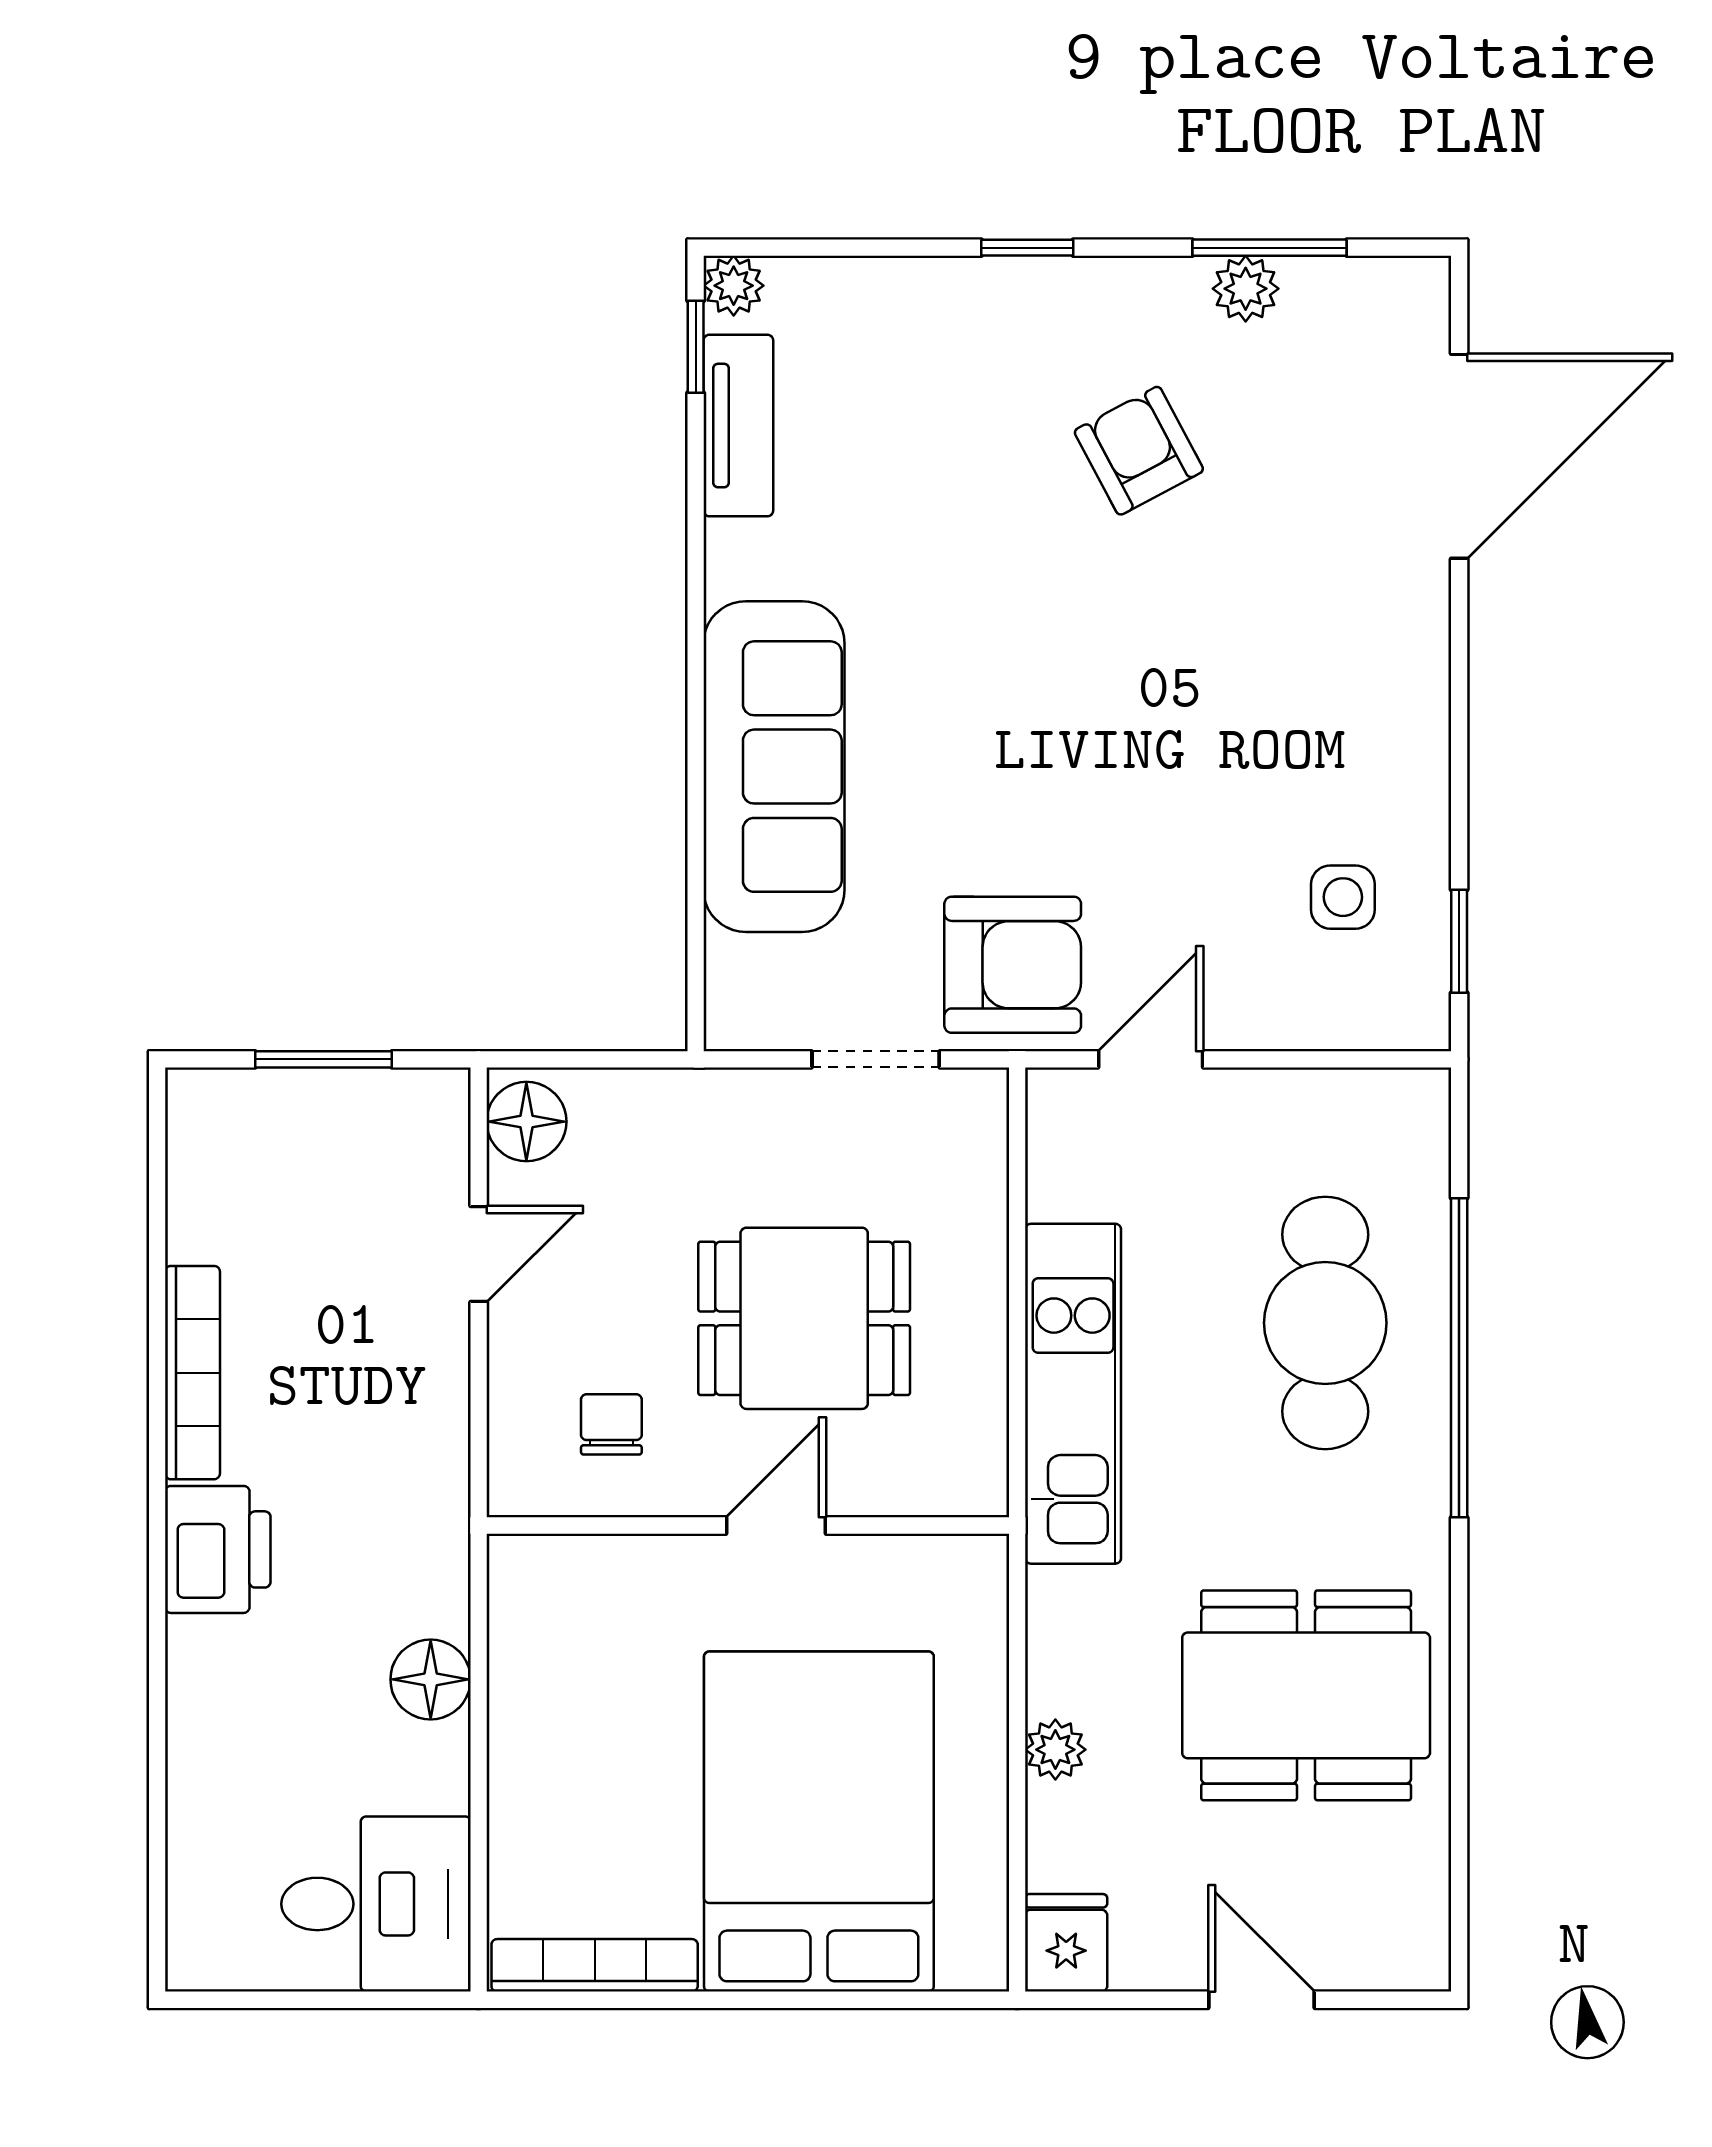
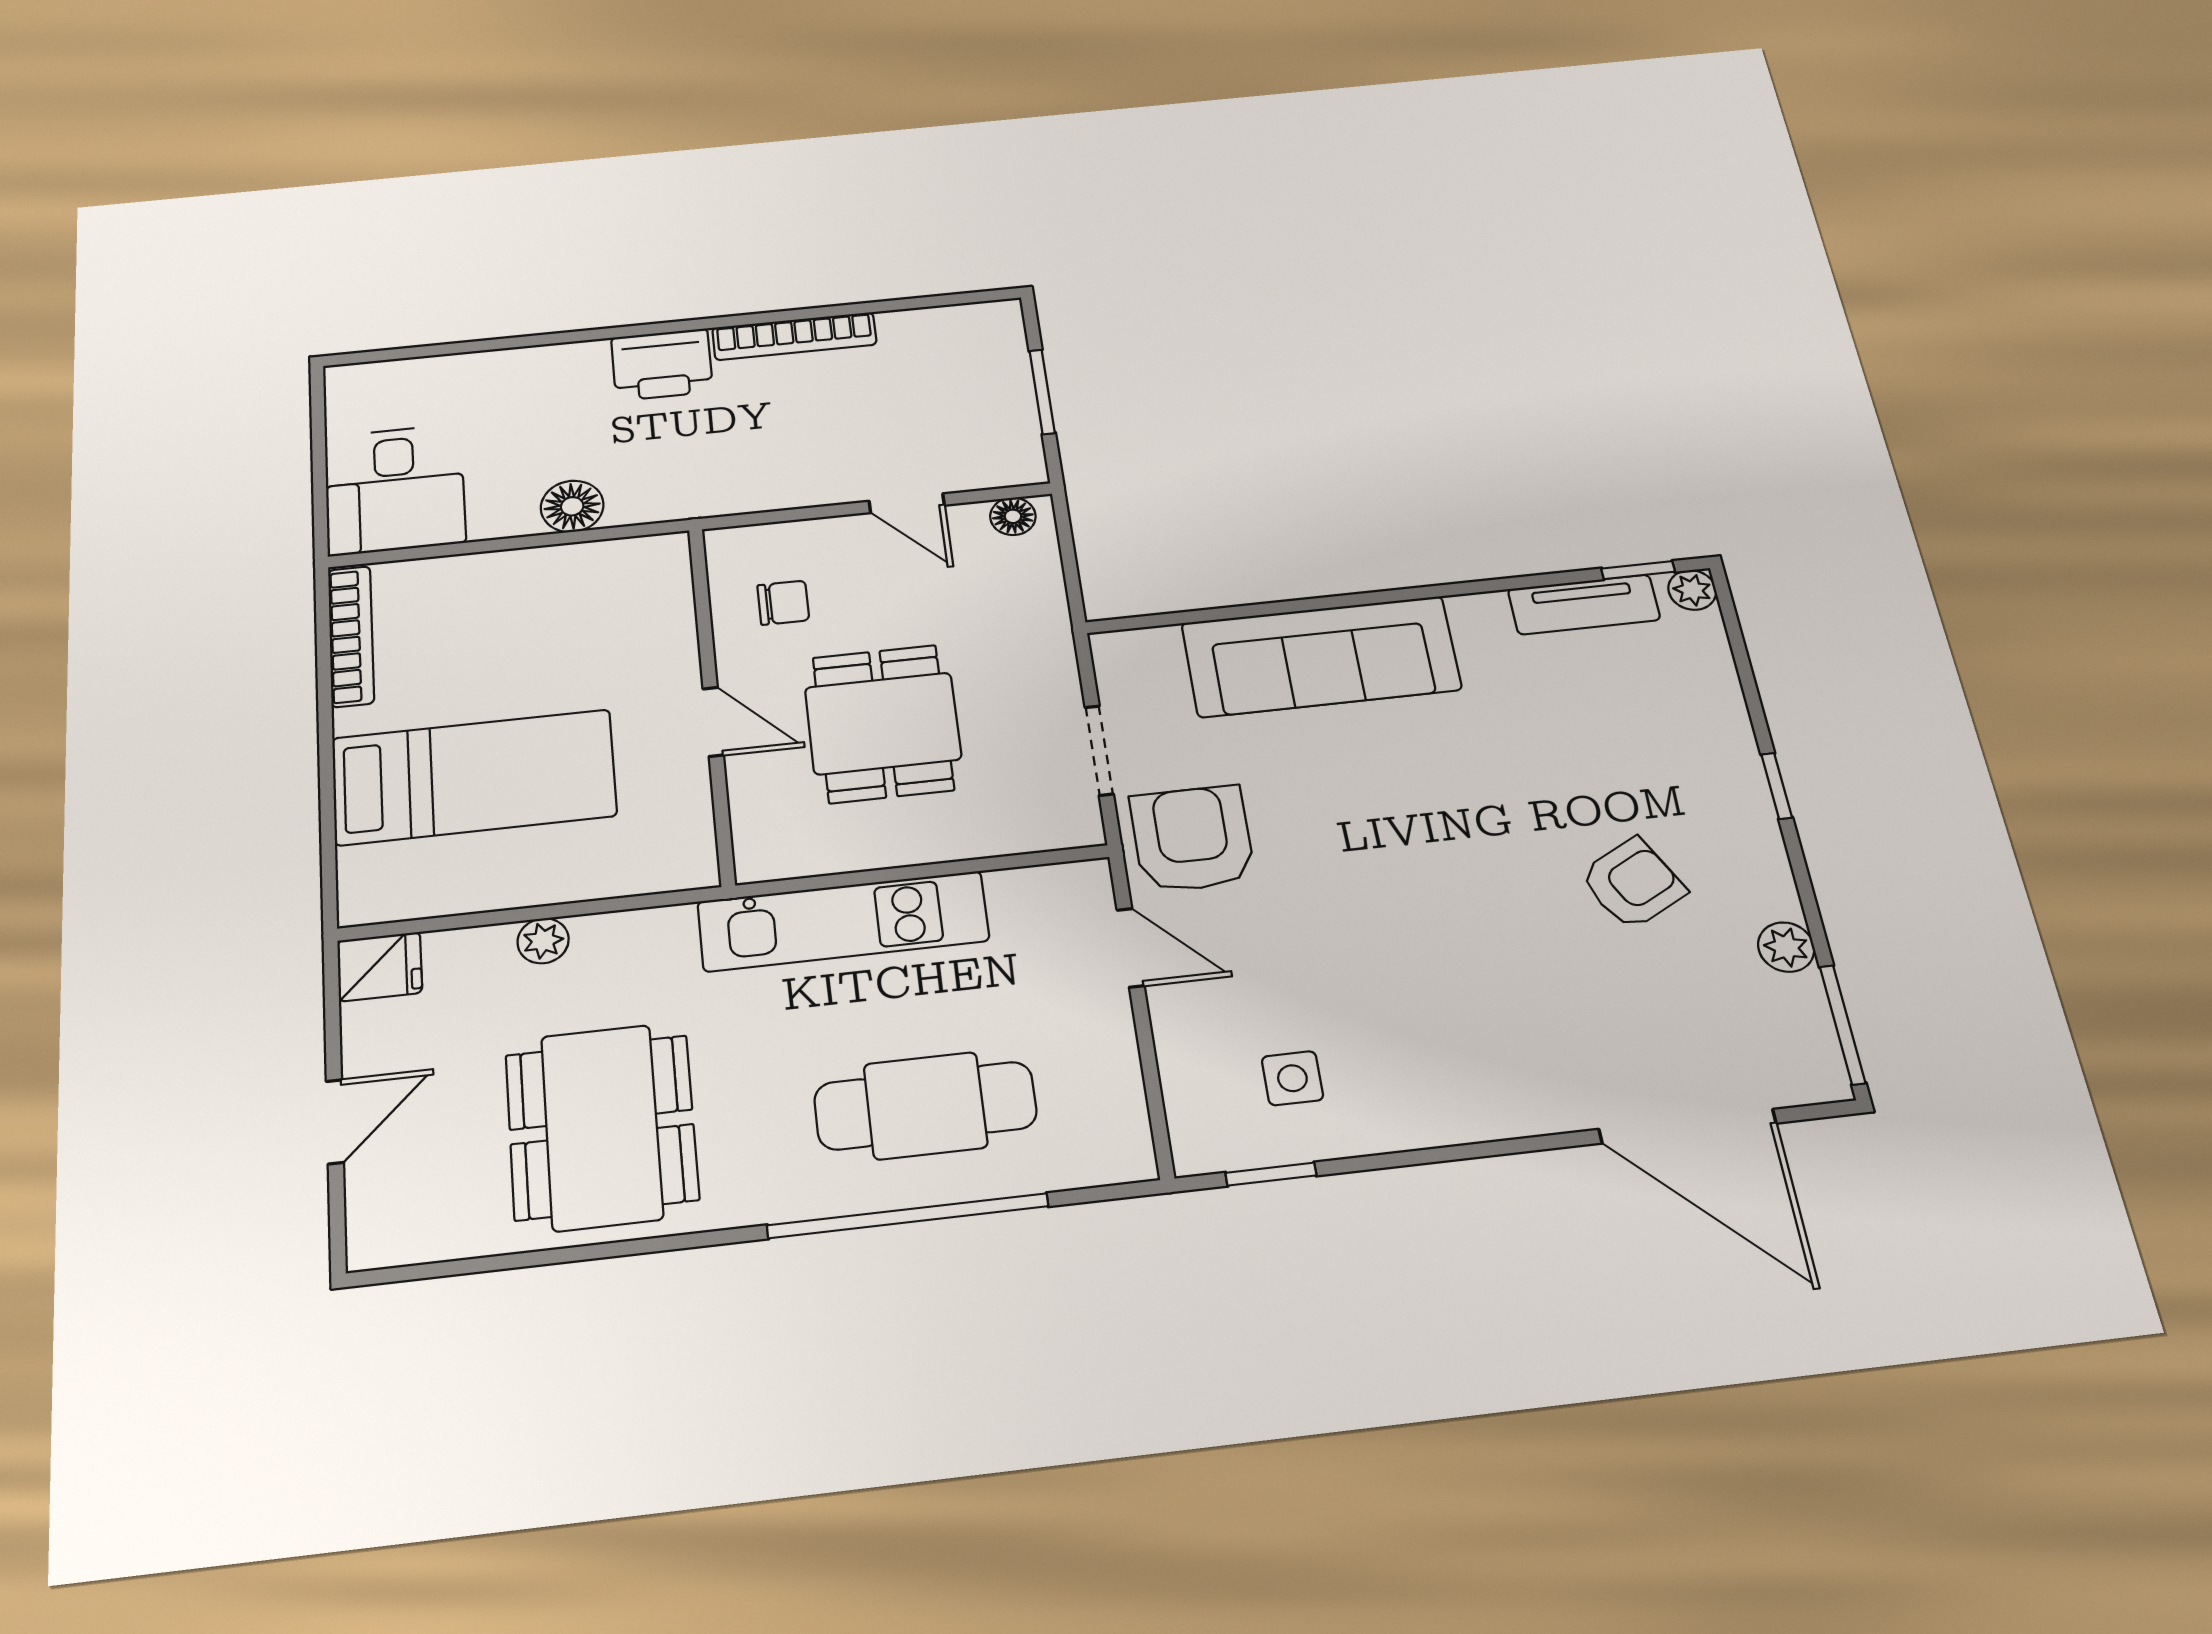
window: (1269, 248) -> (1842, 1025), moved
armchair: (1013, 965) -> (1192, 839), turned 180
floor lamp: (526, 1122) -> (1013, 516), width x0.73, depth x0.73
bed: (819, 1822) -> (474, 777), width x0.67

